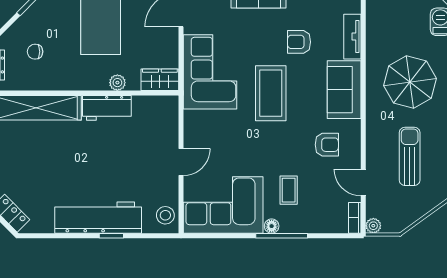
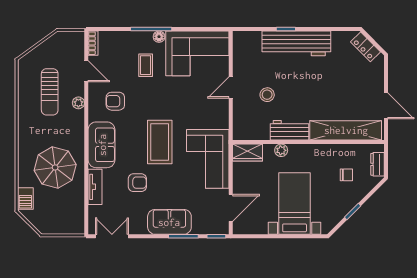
parasol: (410, 82) -> (55, 167), moved
stool: (165, 215) -> (267, 95), moved
plant: (373, 226) -> (78, 103), moved

